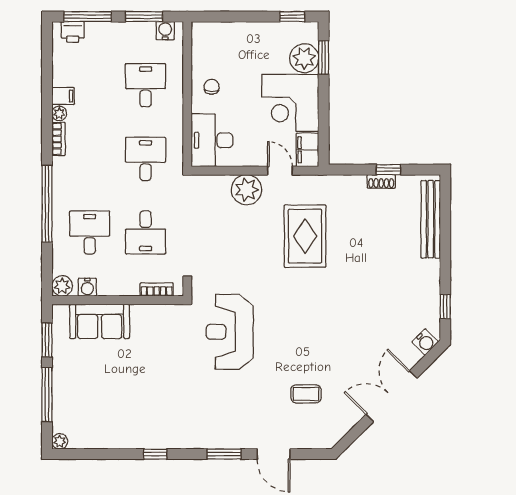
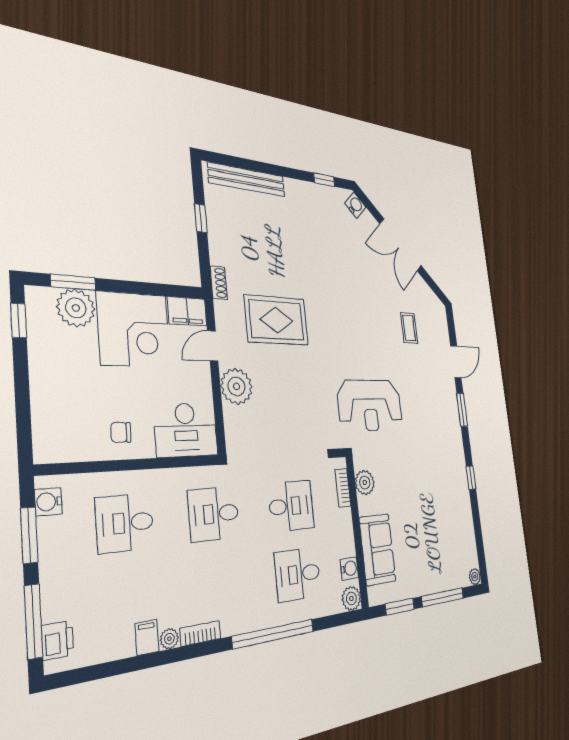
shoe rack: (381, 181) -> (219, 283), moved
plant: (160, 315) -> (365, 483), added

